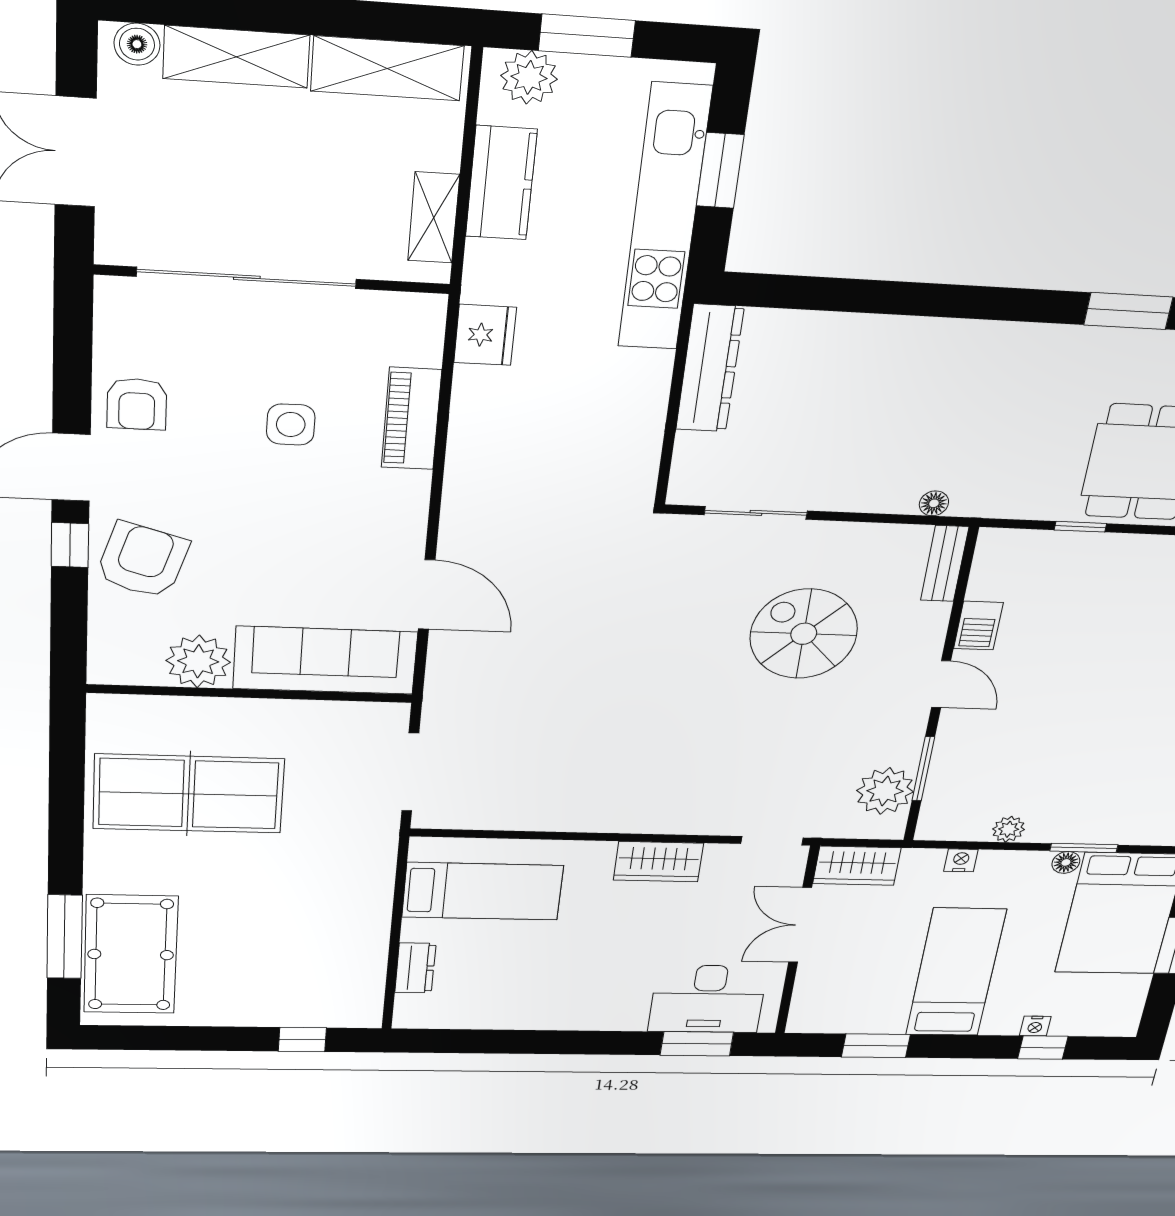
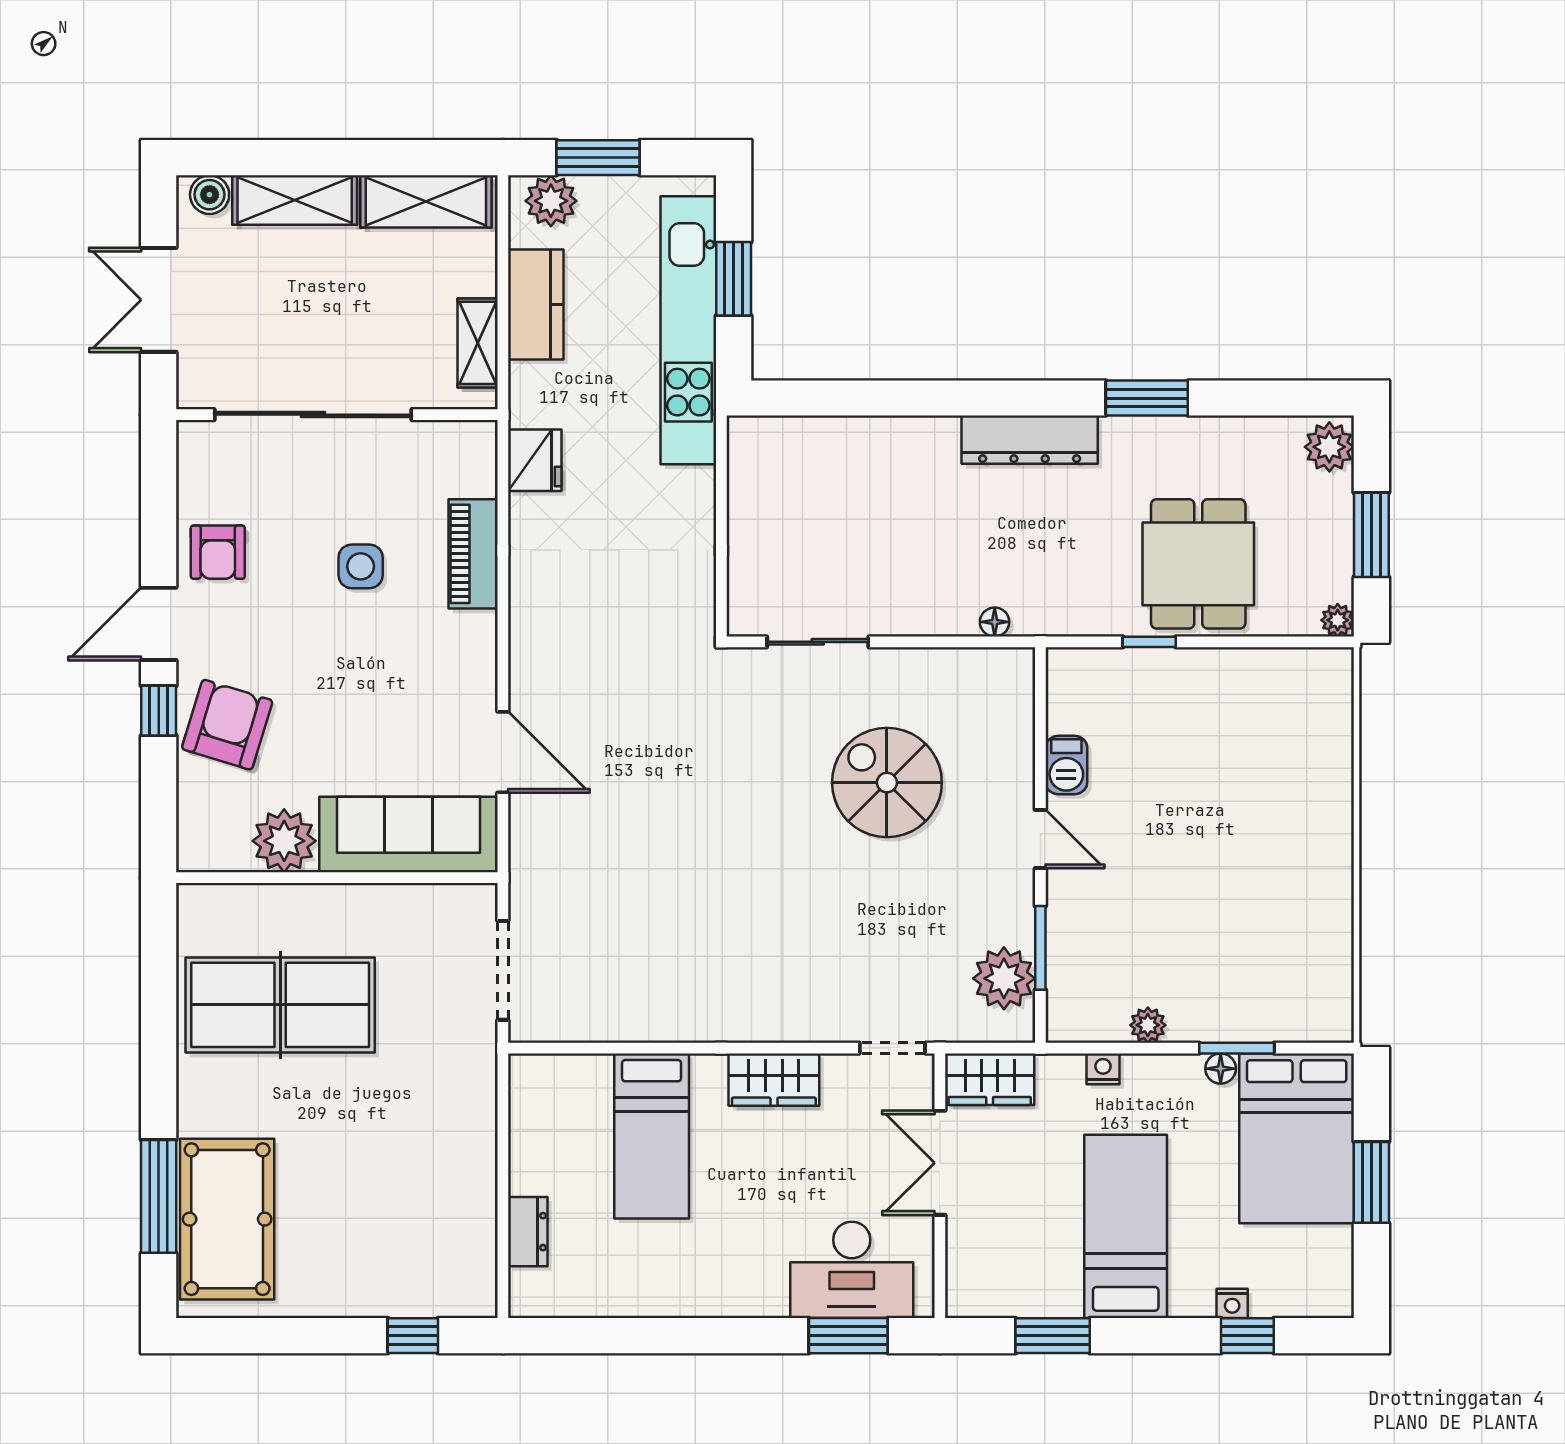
dresser: (710, 368) -> (1030, 440), moved, turned 90
bench: (945, 564) -> (1018, 692), removed
bed: (483, 891) -> (652, 1136), moved, turned 90

